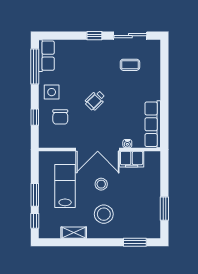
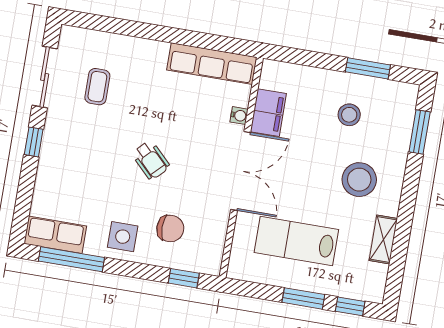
window: (35, 117) -> (184, 278), moved
stool: (101, 184) -> (349, 115), moved

